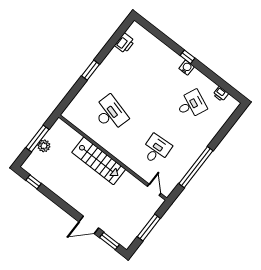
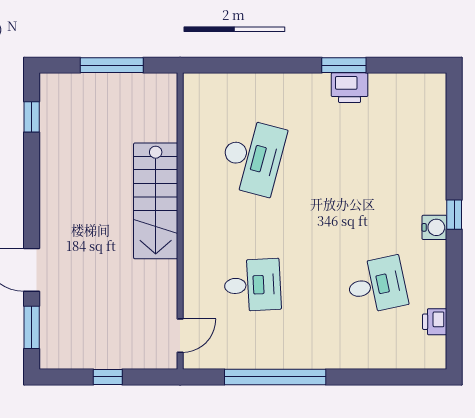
printer: (125, 43) -> (350, 88), moved
window: (91, 70) -> (344, 65), moved
desk: (191, 105) -> (377, 285), turned -36
plant: (44, 146) -> (108, 86), removed
window: (149, 228) -> (108, 377), width x0.46

